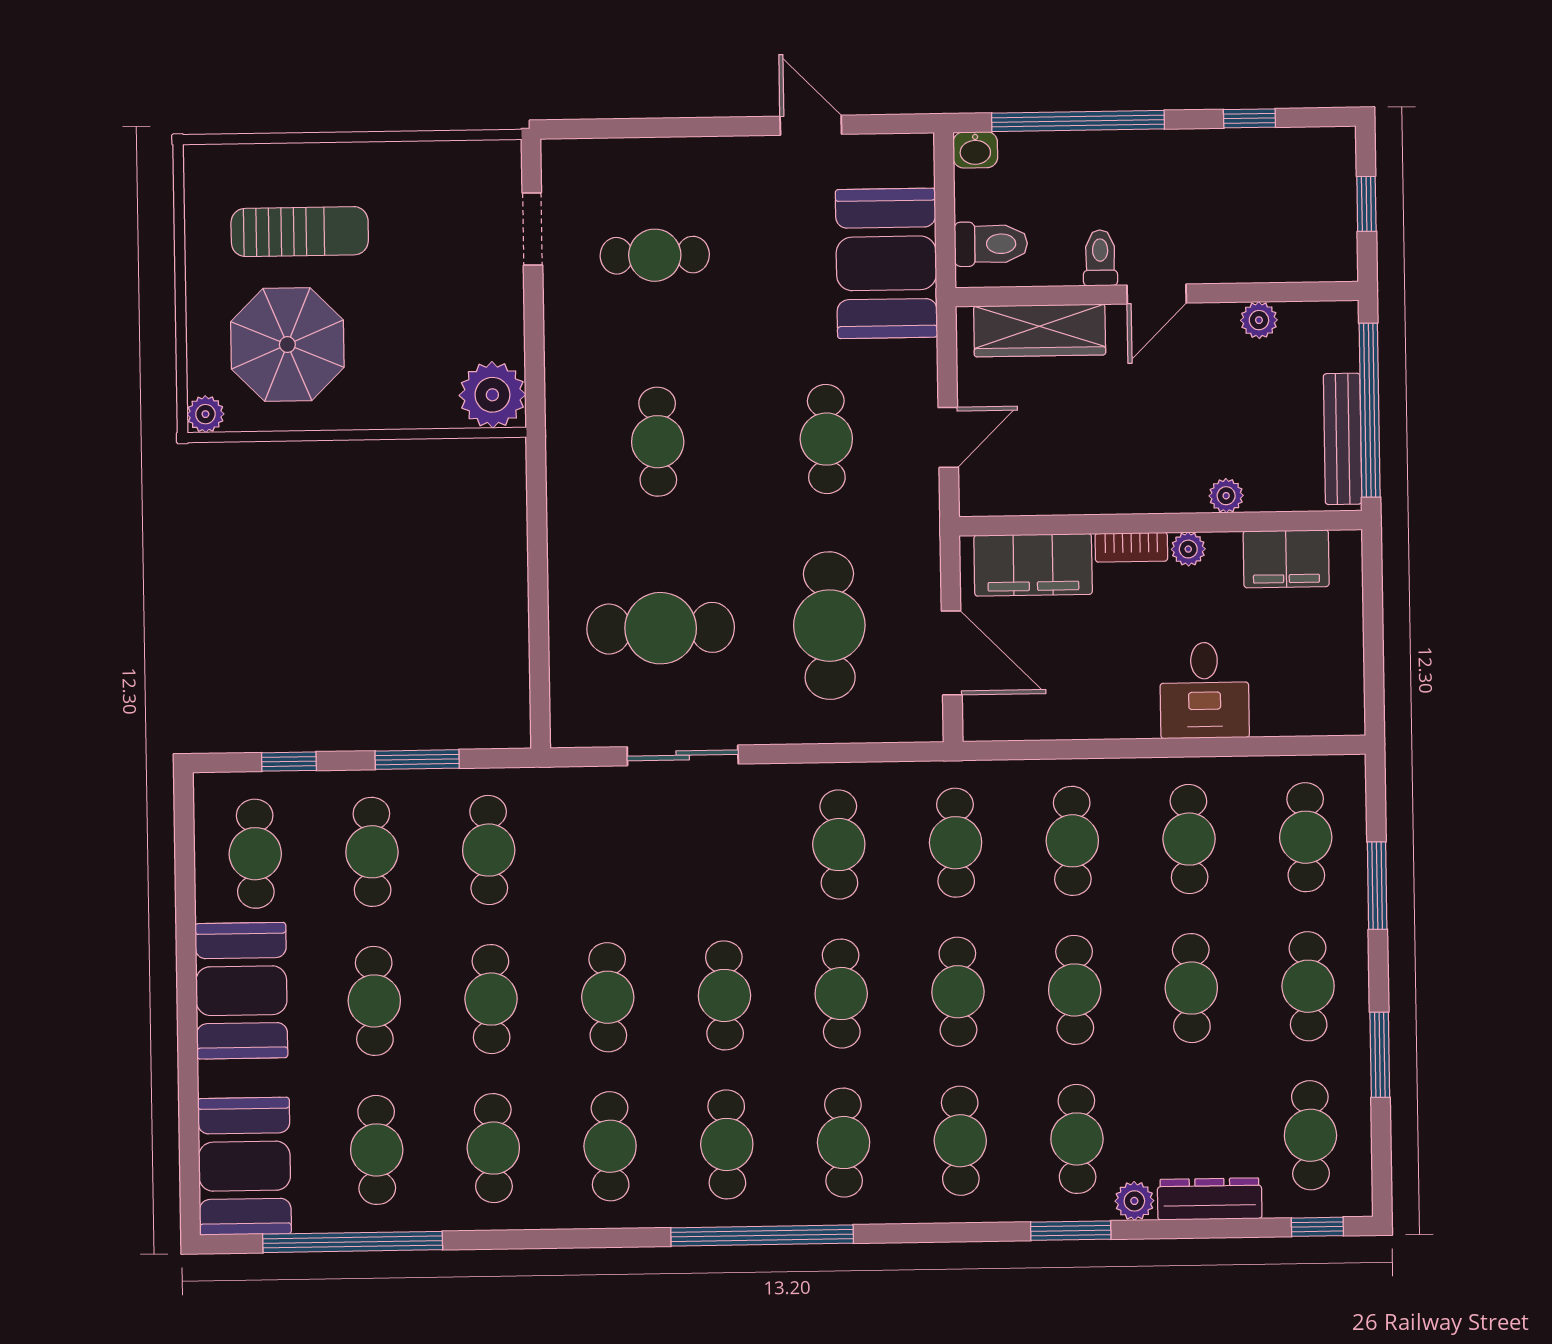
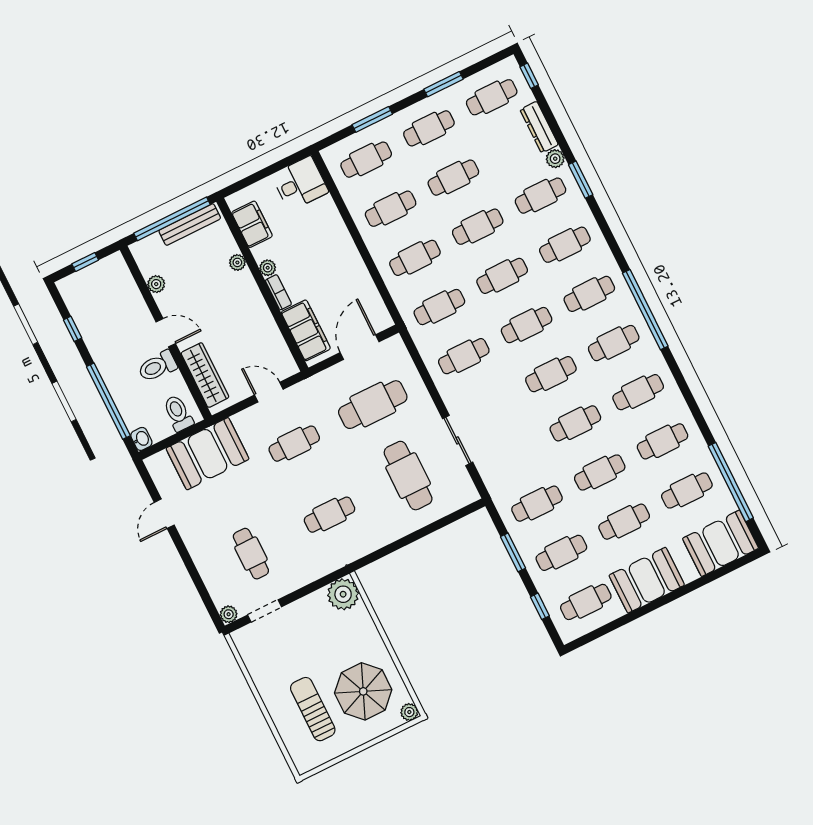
plant: (559, 157) -> (229, 614), added
toilet: (1100, 258) -> (157, 366), width x1.37, depth x1.39
desk: (1204, 690) -> (300, 183), moved

